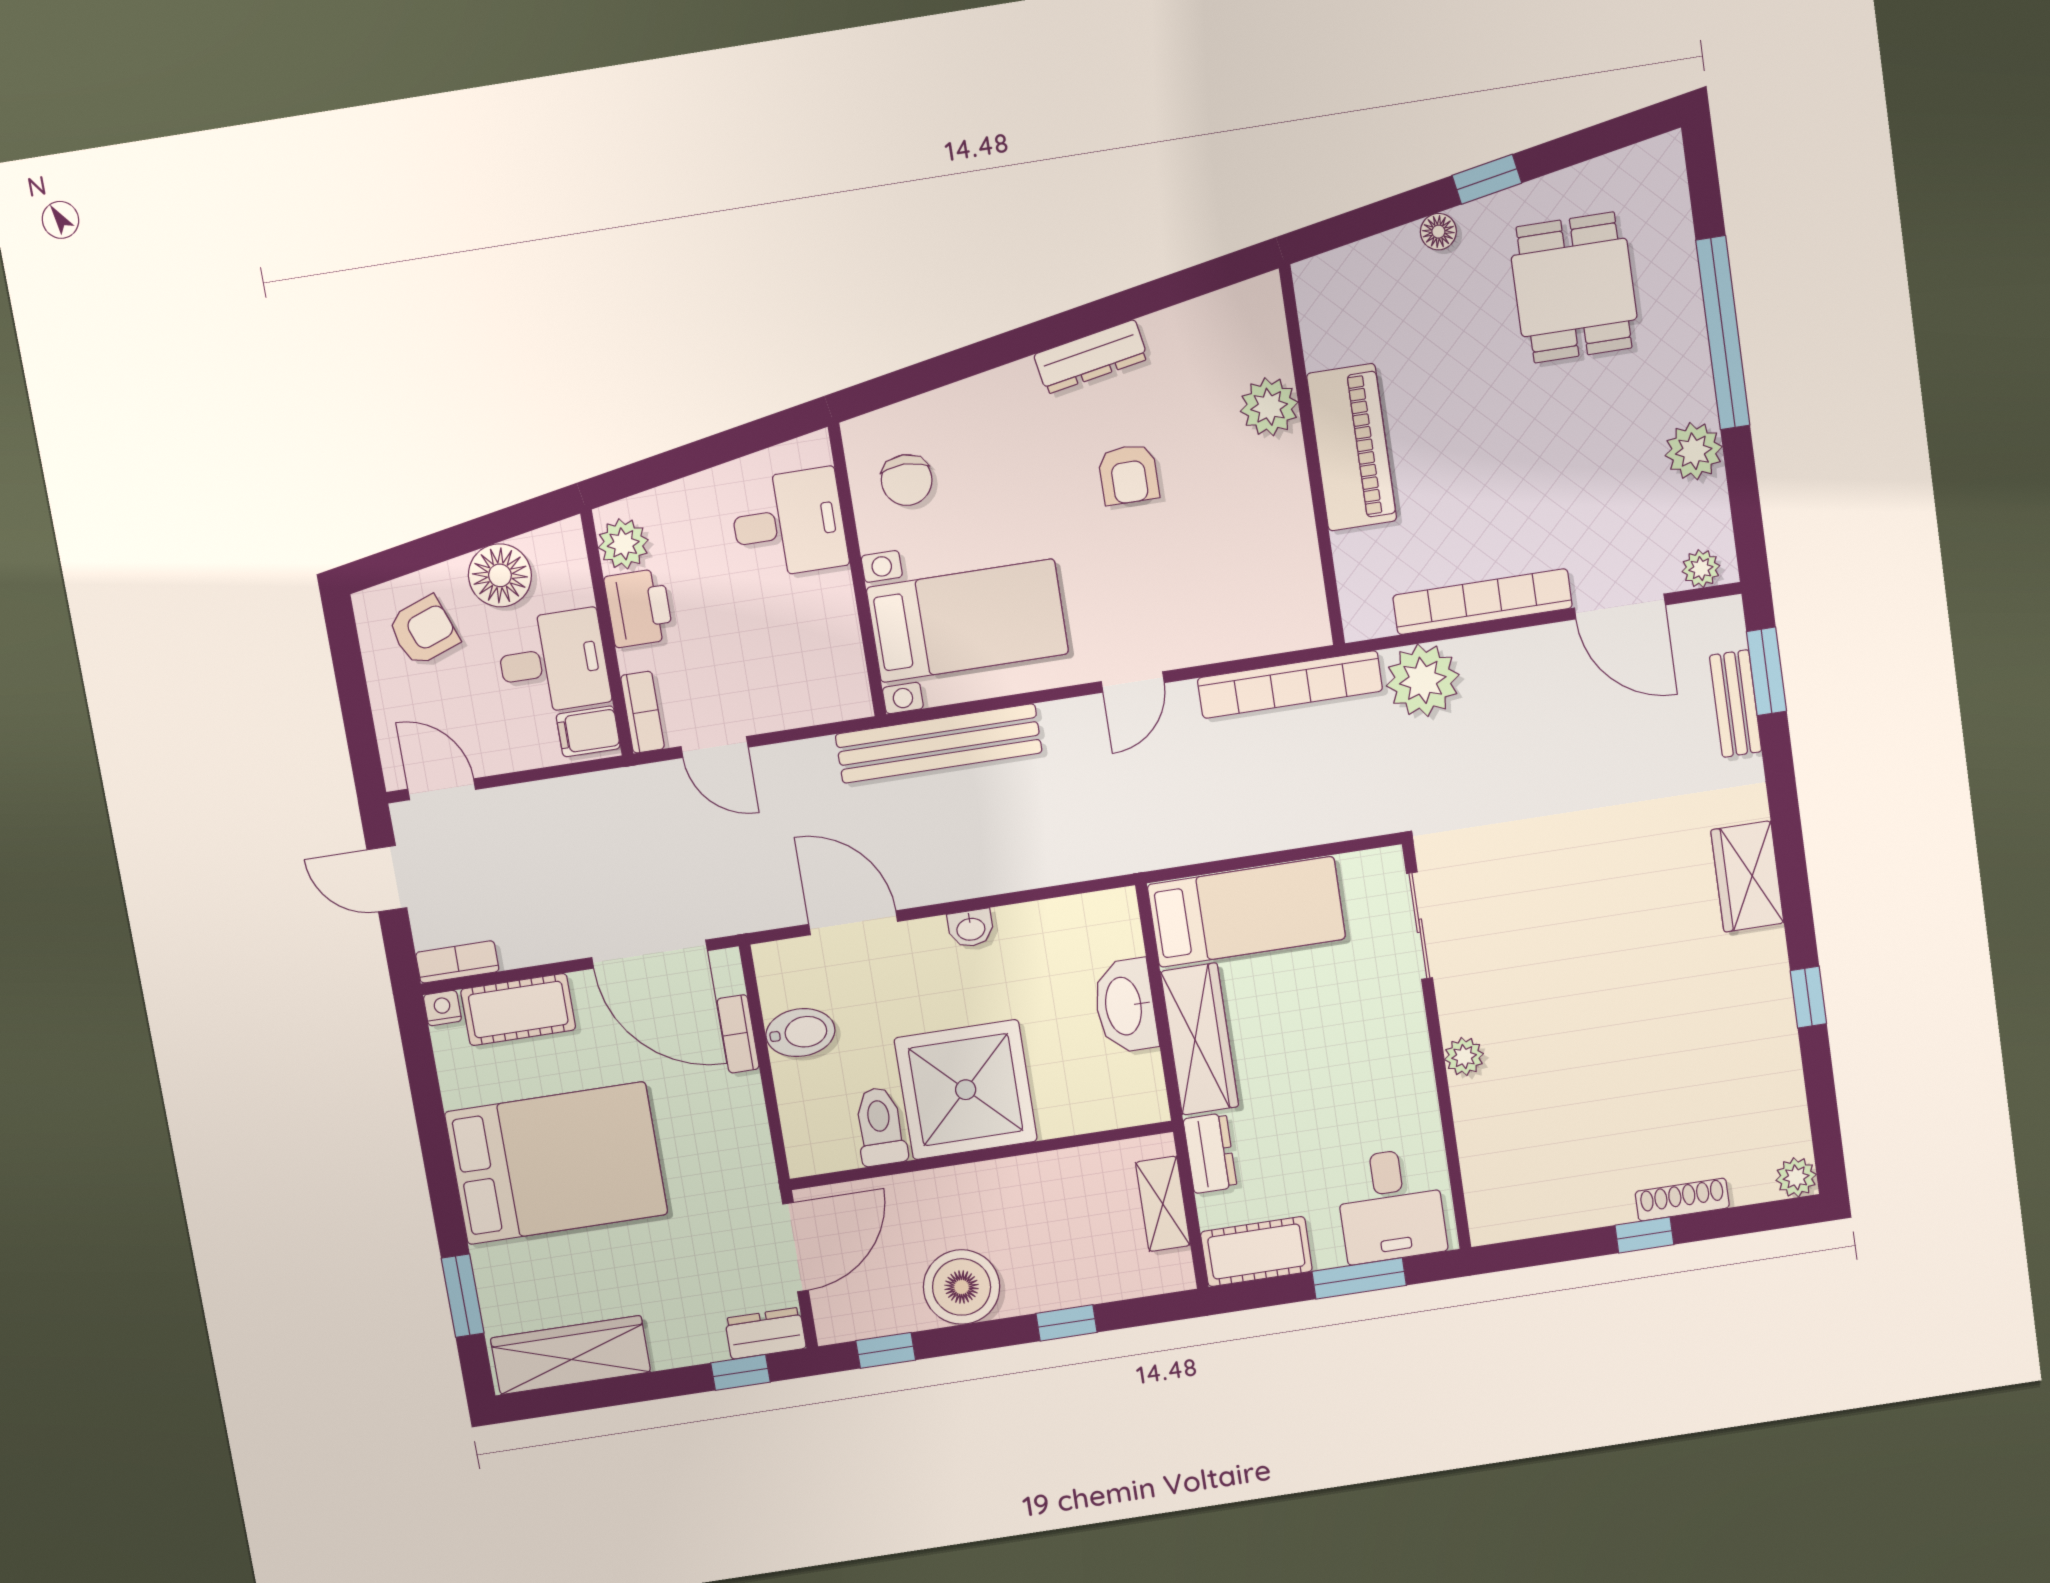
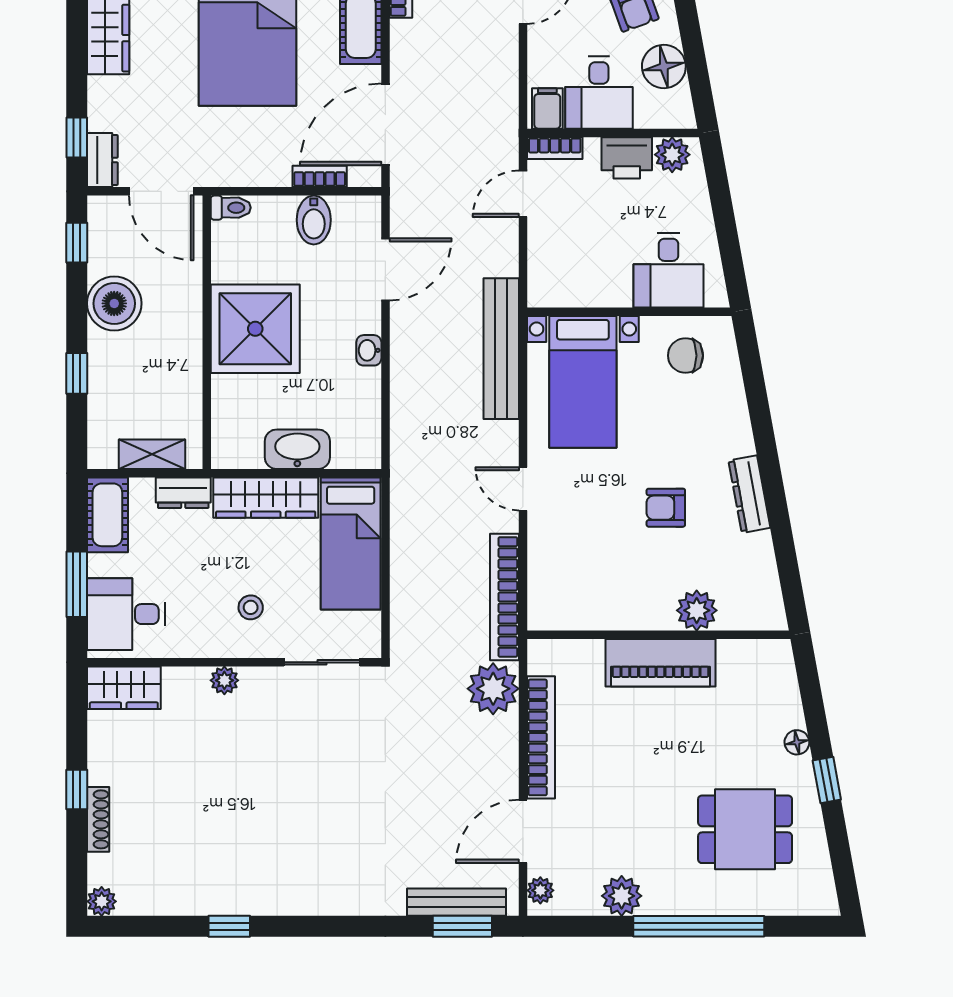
bench: (1736, 704) -> (457, 902), width x1.36
wardrobe: (1747, 877) -> (124, 688), moved, turned 180
stool: (1357, 1036) -> (251, 607), added
toilet: (880, 1126) -> (231, 208), moved, width x0.73, depth x0.72

